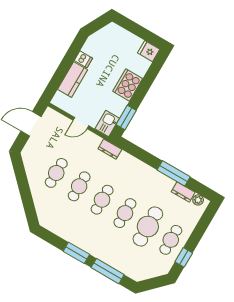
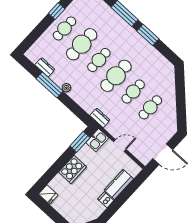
cafe table: (102, 200) -> (116, 76), width x1.37, depth x1.35
plant: (198, 200) -> (66, 88), moved

